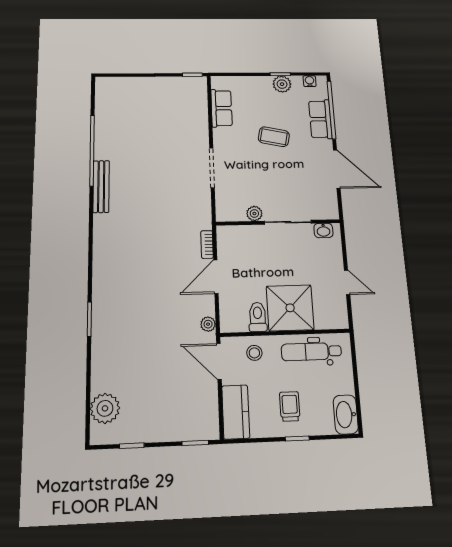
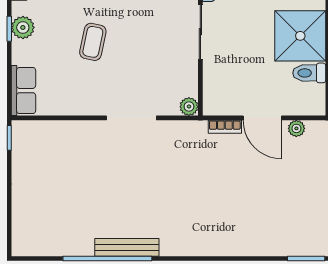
row of seats: (221, 108) -> (23, 91), moved, turned 90
bench: (101, 186) -> (127, 247), moved
plant: (254, 213) -> (189, 107), moved
plant: (208, 324) -> (296, 128), moved

